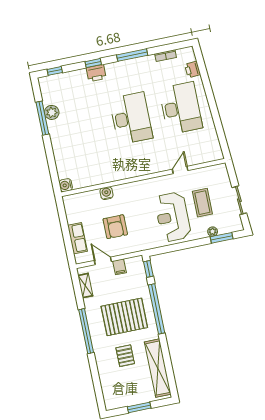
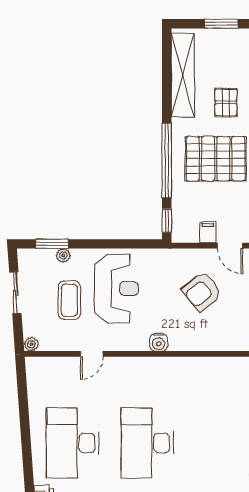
plant: (222, 168) -> (31, 344), added
water cooler: (106, 193) -> (159, 342), moved
armchair: (115, 227) -> (202, 291), turned -129

